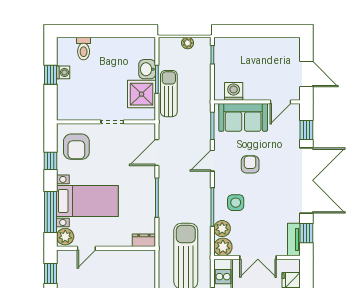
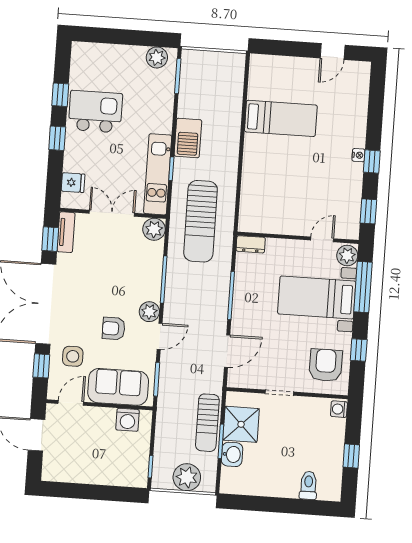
plant: (188, 43) -> (187, 477), width x1.87, depth x1.87
washing machine: (63, 72) -> (339, 409), moved
armchair: (250, 164) -> (114, 328), turned 90
side table: (236, 203) -> (73, 356), moved
plant: (222, 229) -> (149, 312), moved

